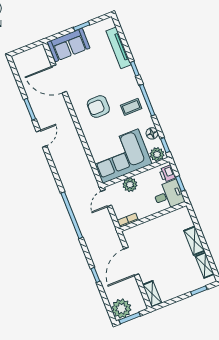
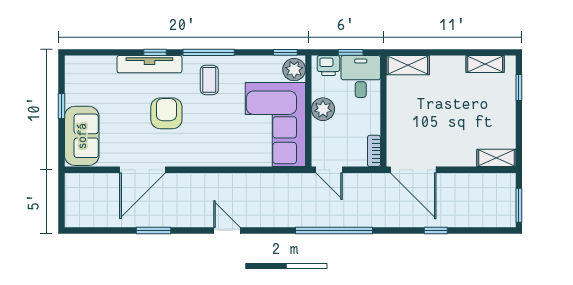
tv unit: (118, 48) -> (149, 64), moved
door: (59, 79) -> (142, 170), moved
armchair: (98, 107) -> (166, 113), moved, turned 180
floor lamp: (152, 133) -> (260, 65), removed
door: (41, 139) -> (227, 230), moved
plant: (130, 185) -> (323, 109), moved
shelving: (194, 241) -> (408, 65), moved
door: (131, 262) -> (413, 170), moved
plant: (121, 309) -> (500, 212), removed

